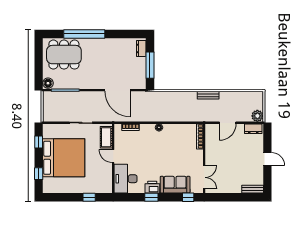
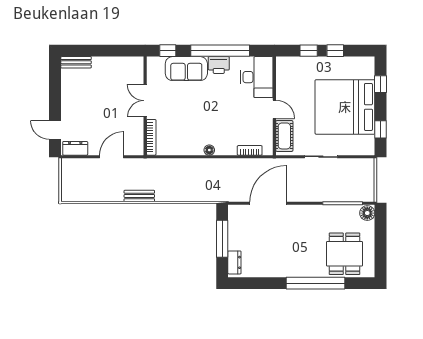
dining table: (64, 55) -> (344, 254), width x0.73
door: (118, 90) -> (268, 203), hinge flipped
plant: (257, 116) -> (69, 167), removed
door: (267, 159) -> (55, 130), moved
double door: (204, 177) -> (145, 101), moved
window: (70, 197) -> (335, 51), added
window: (151, 197) -> (220, 51), width x3.17

